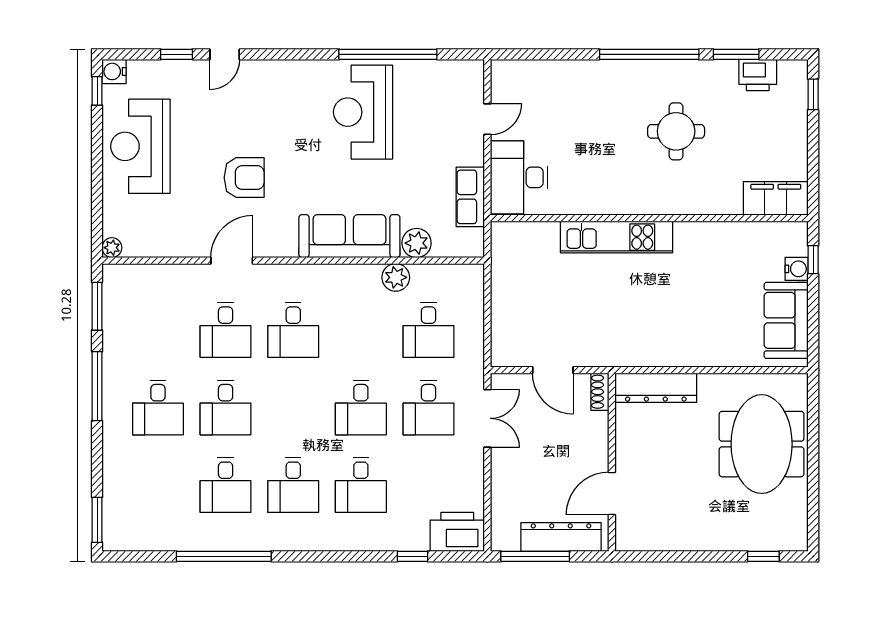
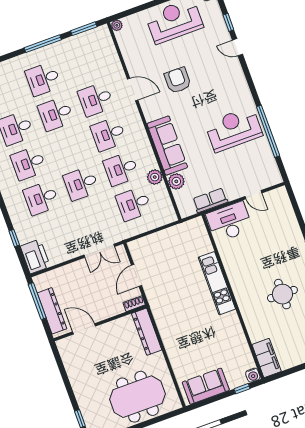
armchair: (244, 178) -> (178, 80), turned 180
water cooler: (797, 269) -> (253, 375), moved
desk: (429, 407) -> (121, 169), moved

